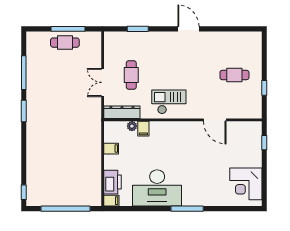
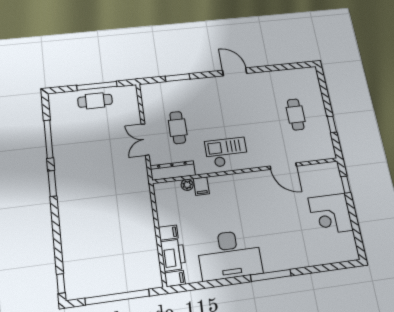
cafe table: (234, 75) -> (296, 114), turned 90
filing cabinet: (111, 149) -> (168, 233), moved
corner desk: (246, 184) -> (330, 214), moved

